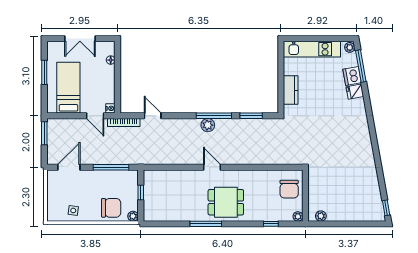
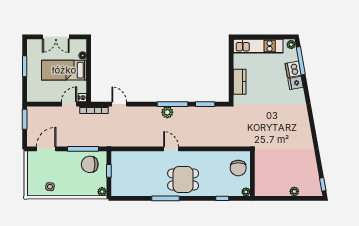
bed: (68, 88) -> (64, 70), moved, turned -90
door: (95, 116) -> (69, 104), swing flipped
chair: (111, 208) -> (90, 164), moved, turned 180
plant: (321, 216) -> (294, 191), moved

